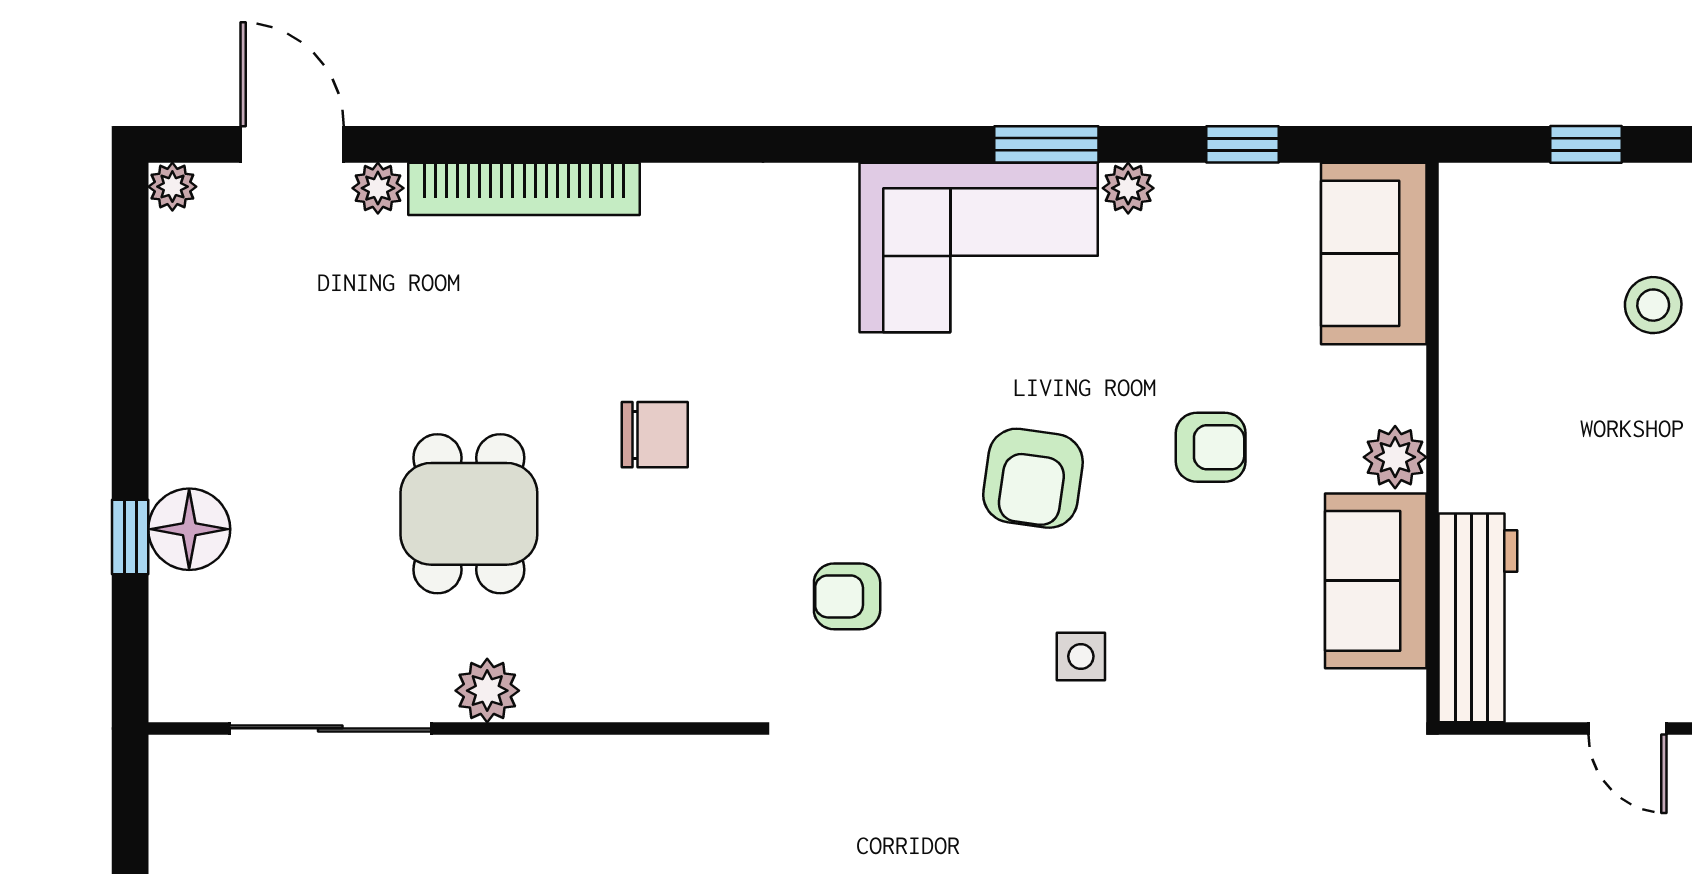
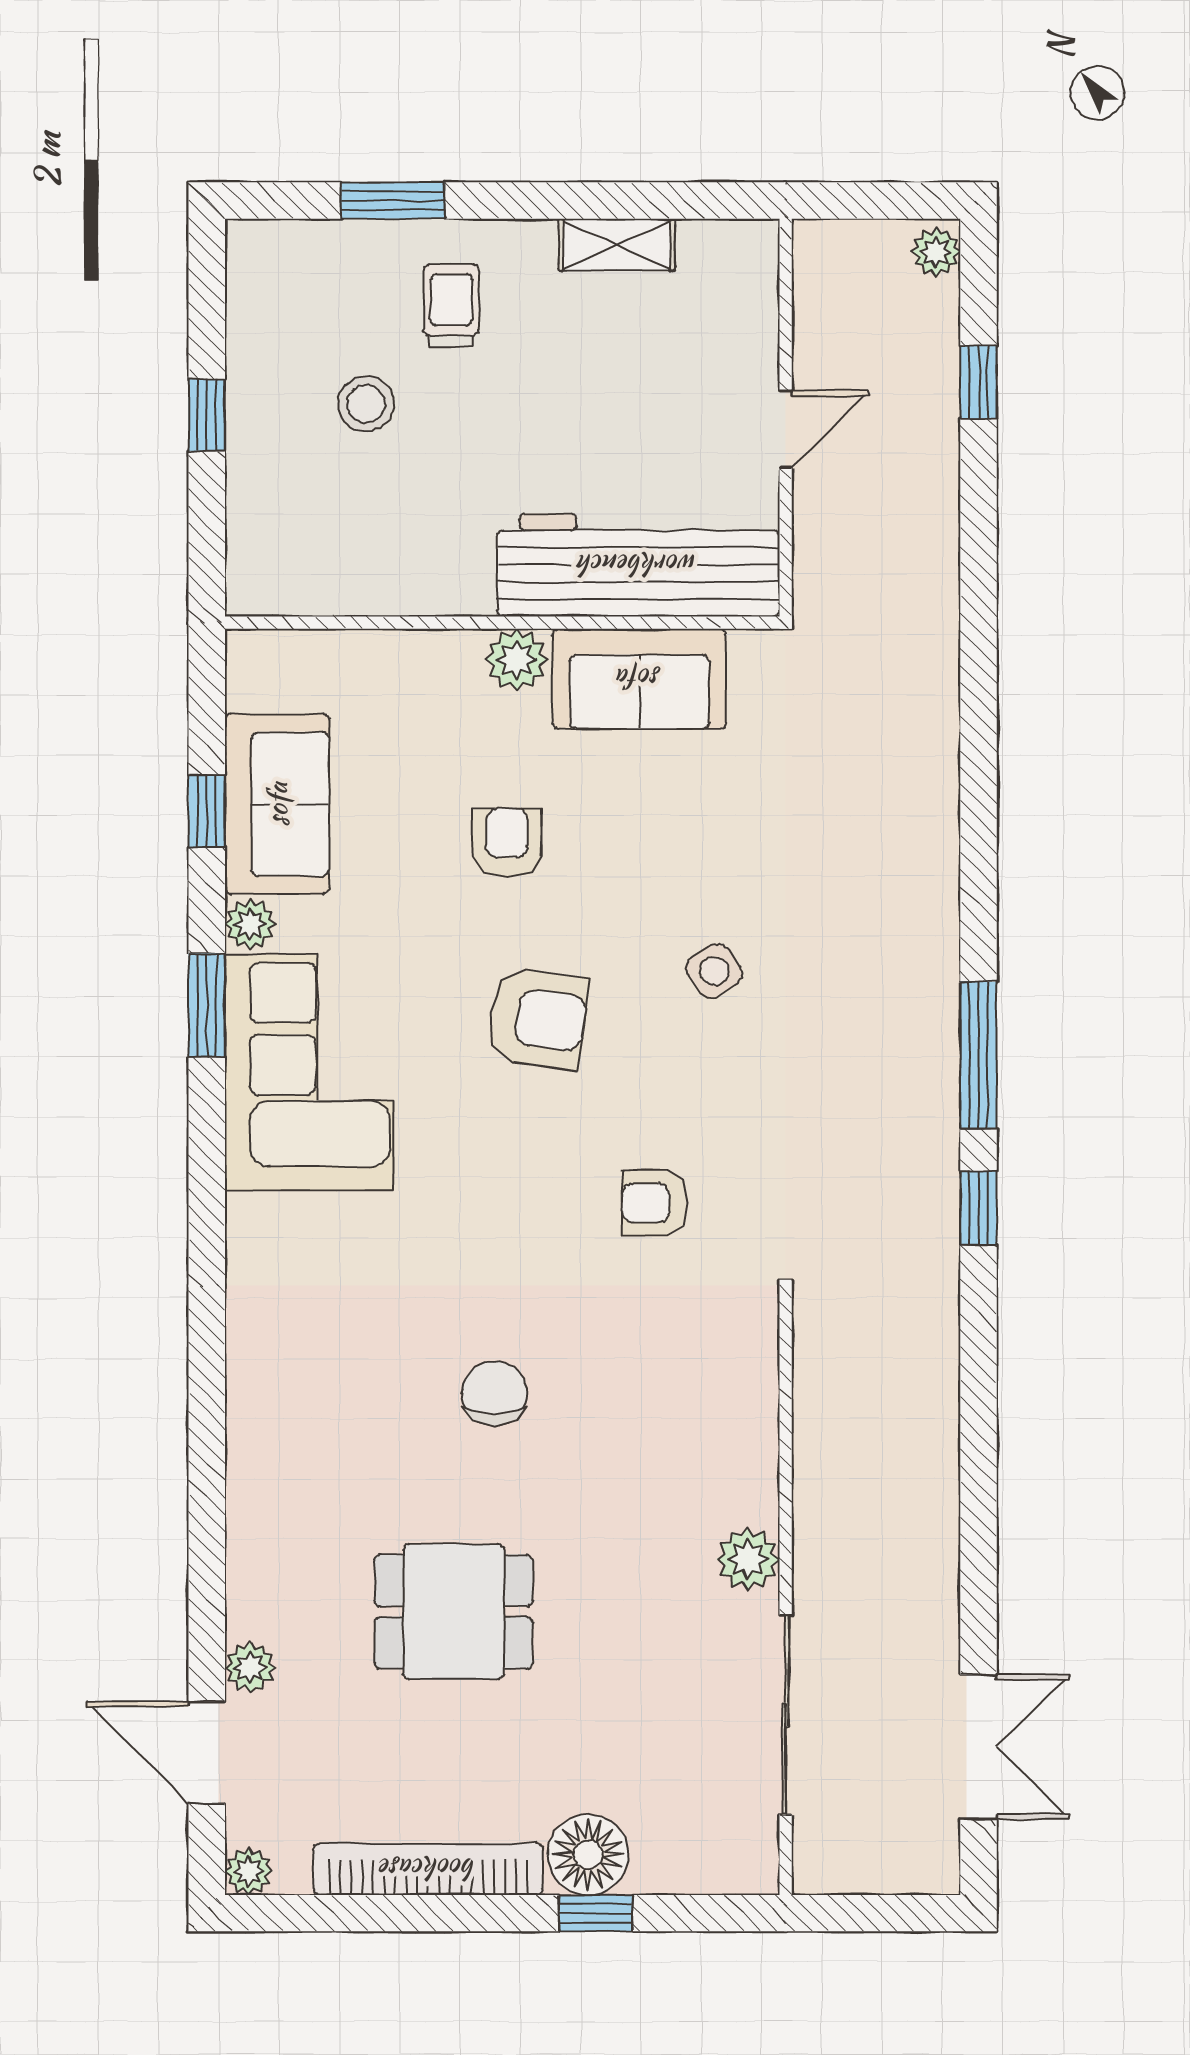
door: (292, 144) -> (207, 1753), hinge flipped
window: (1586, 144) -> (207, 415), moved
bookcase: (524, 189) -> (428, 1869), moved, turned -90
sofa: (1374, 253) -> (277, 804), moved, turned -90
dining table: (469, 514) -> (454, 1612), moved
armchair: (847, 596) -> (655, 1203), turned 90
workbench: (1478, 618) -> (638, 565), width x1.36, depth x1.32
side table: (1081, 656) -> (714, 971), turned -35

